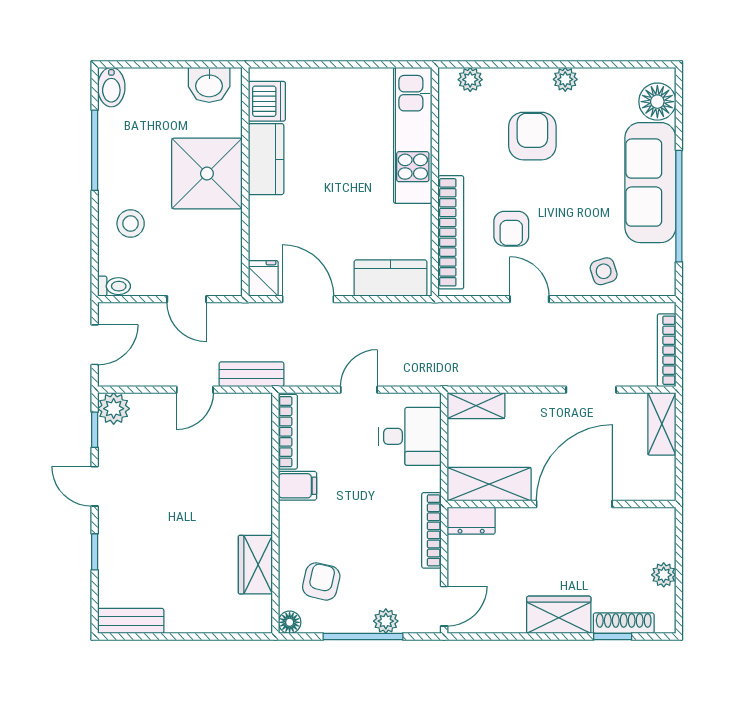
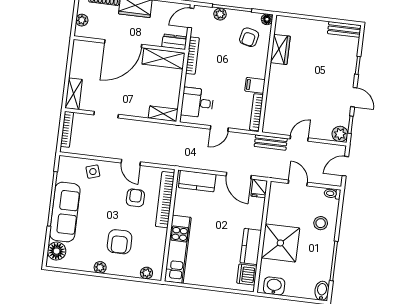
shelving: (489, 484) -> (163, 59), moved
wall: (561, 504) -> (129, 45), moved
door: (574, 504) -> (123, 44), moved
dresser: (471, 521) -> (174, 42), moved

